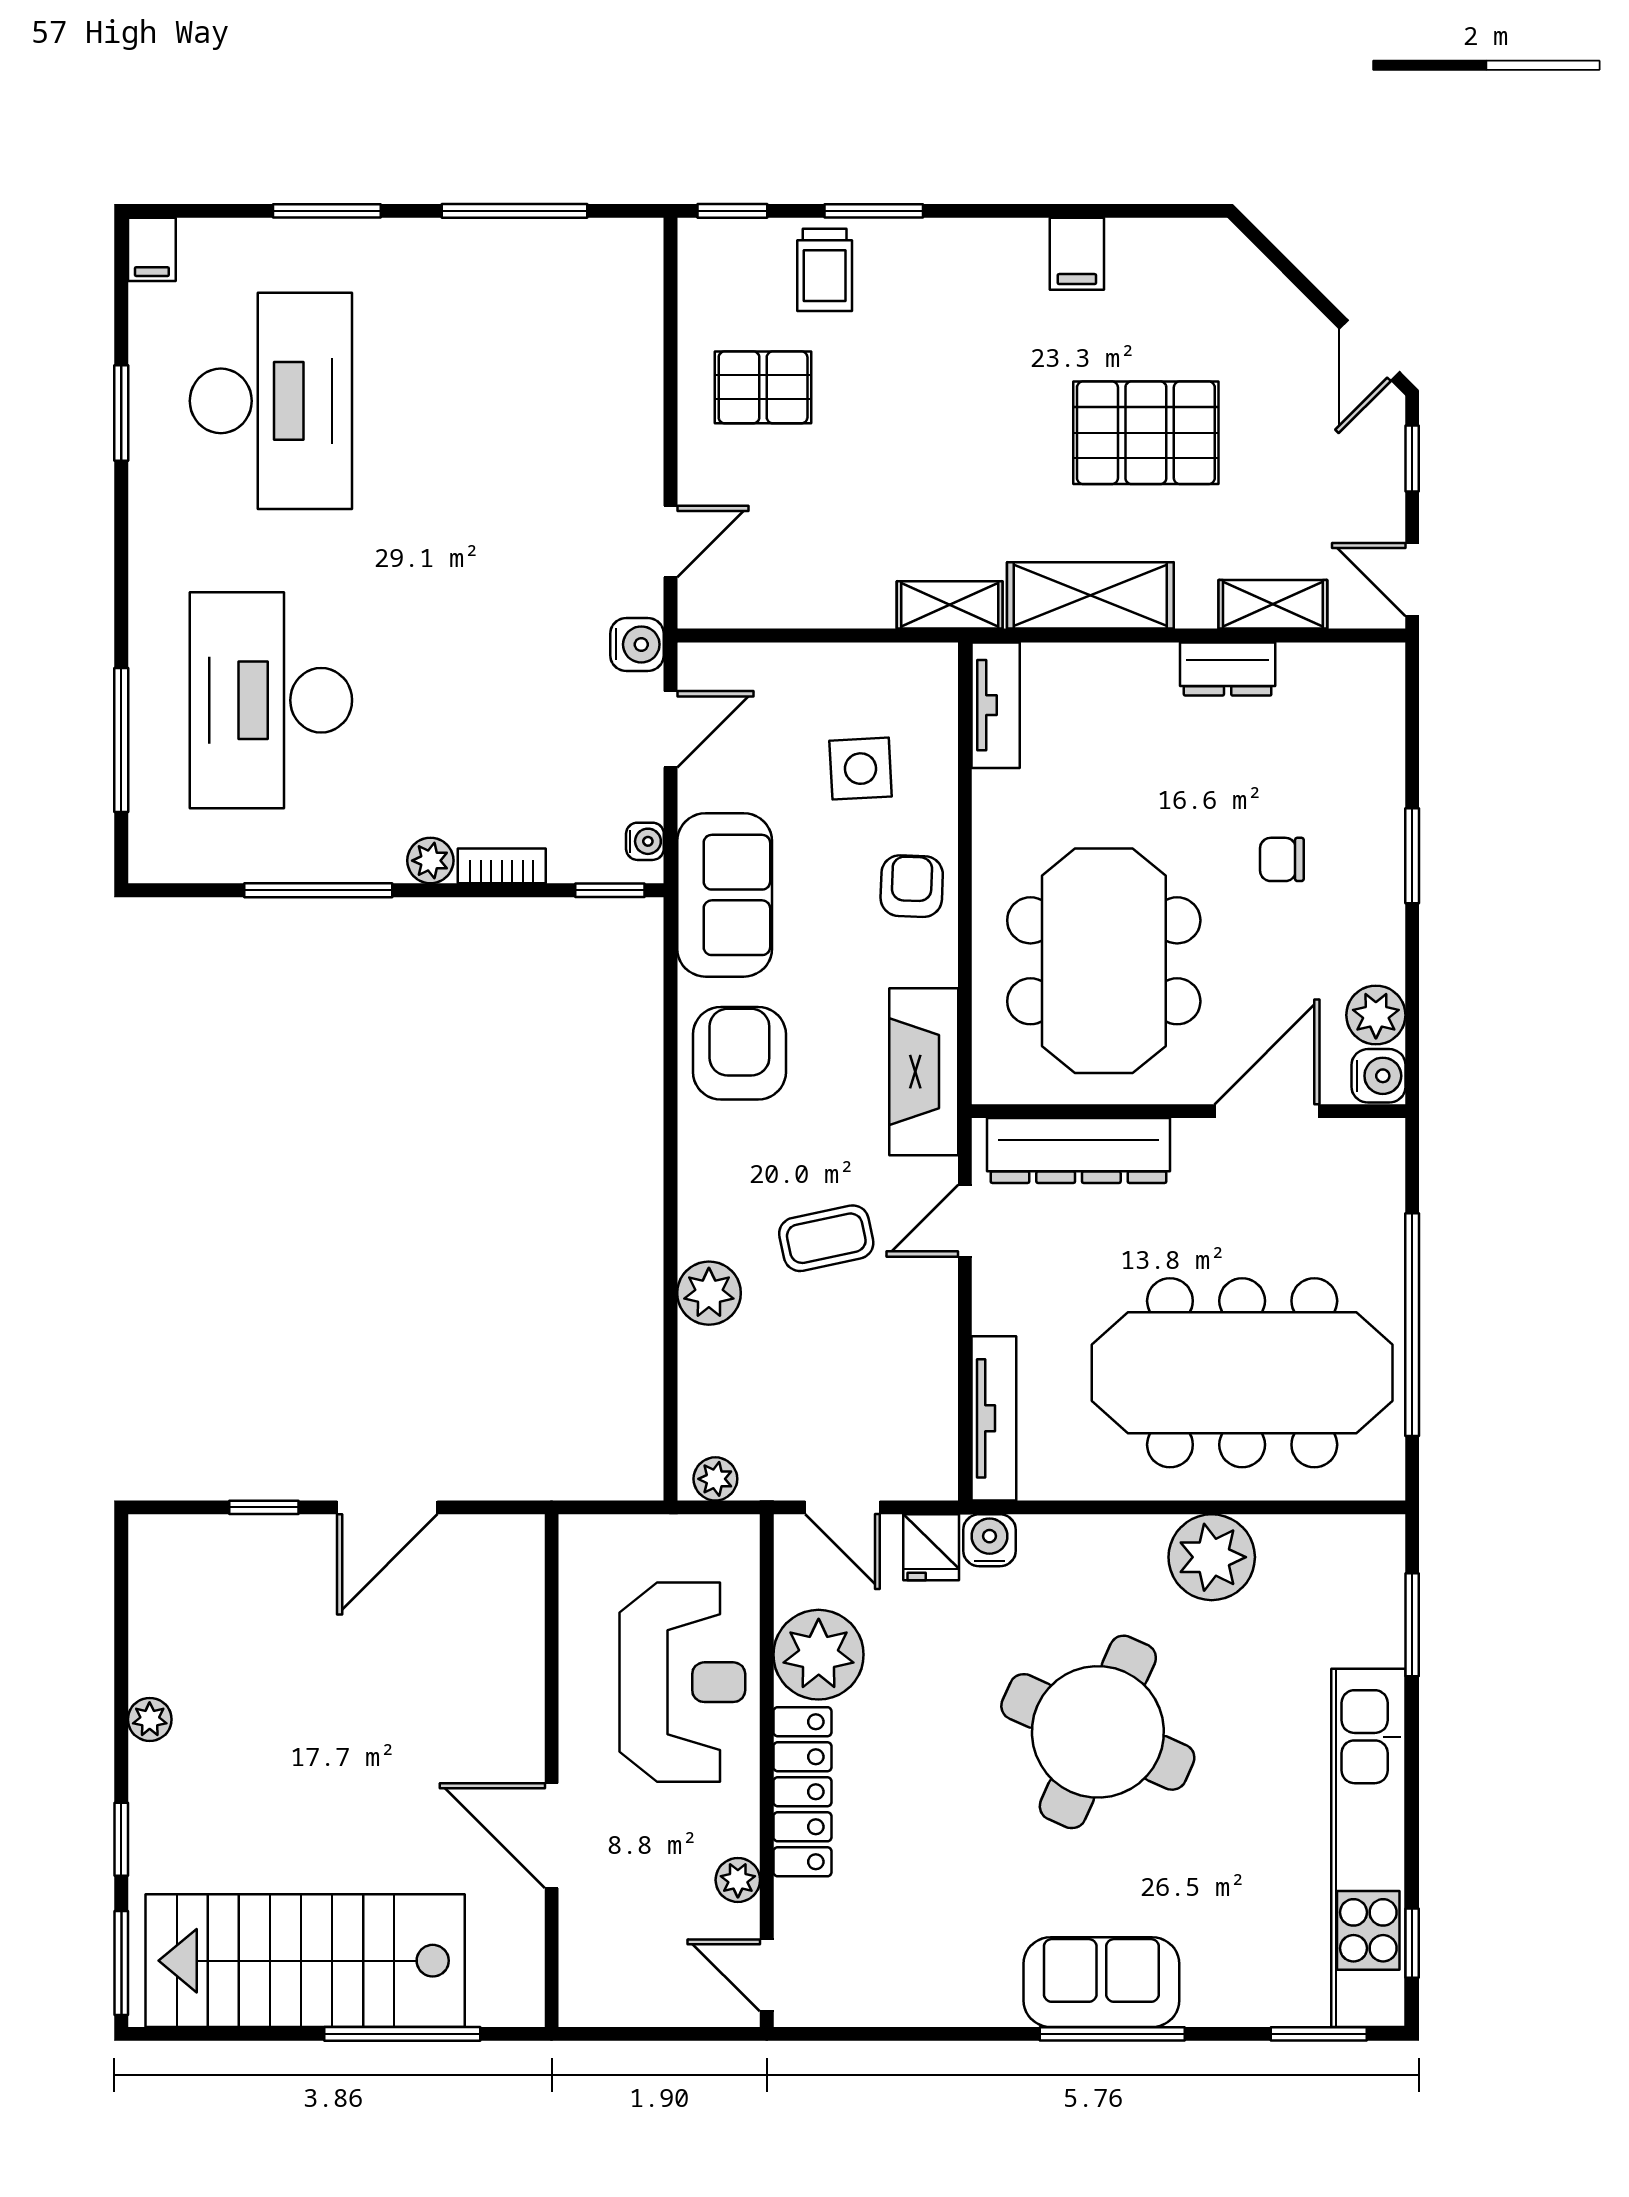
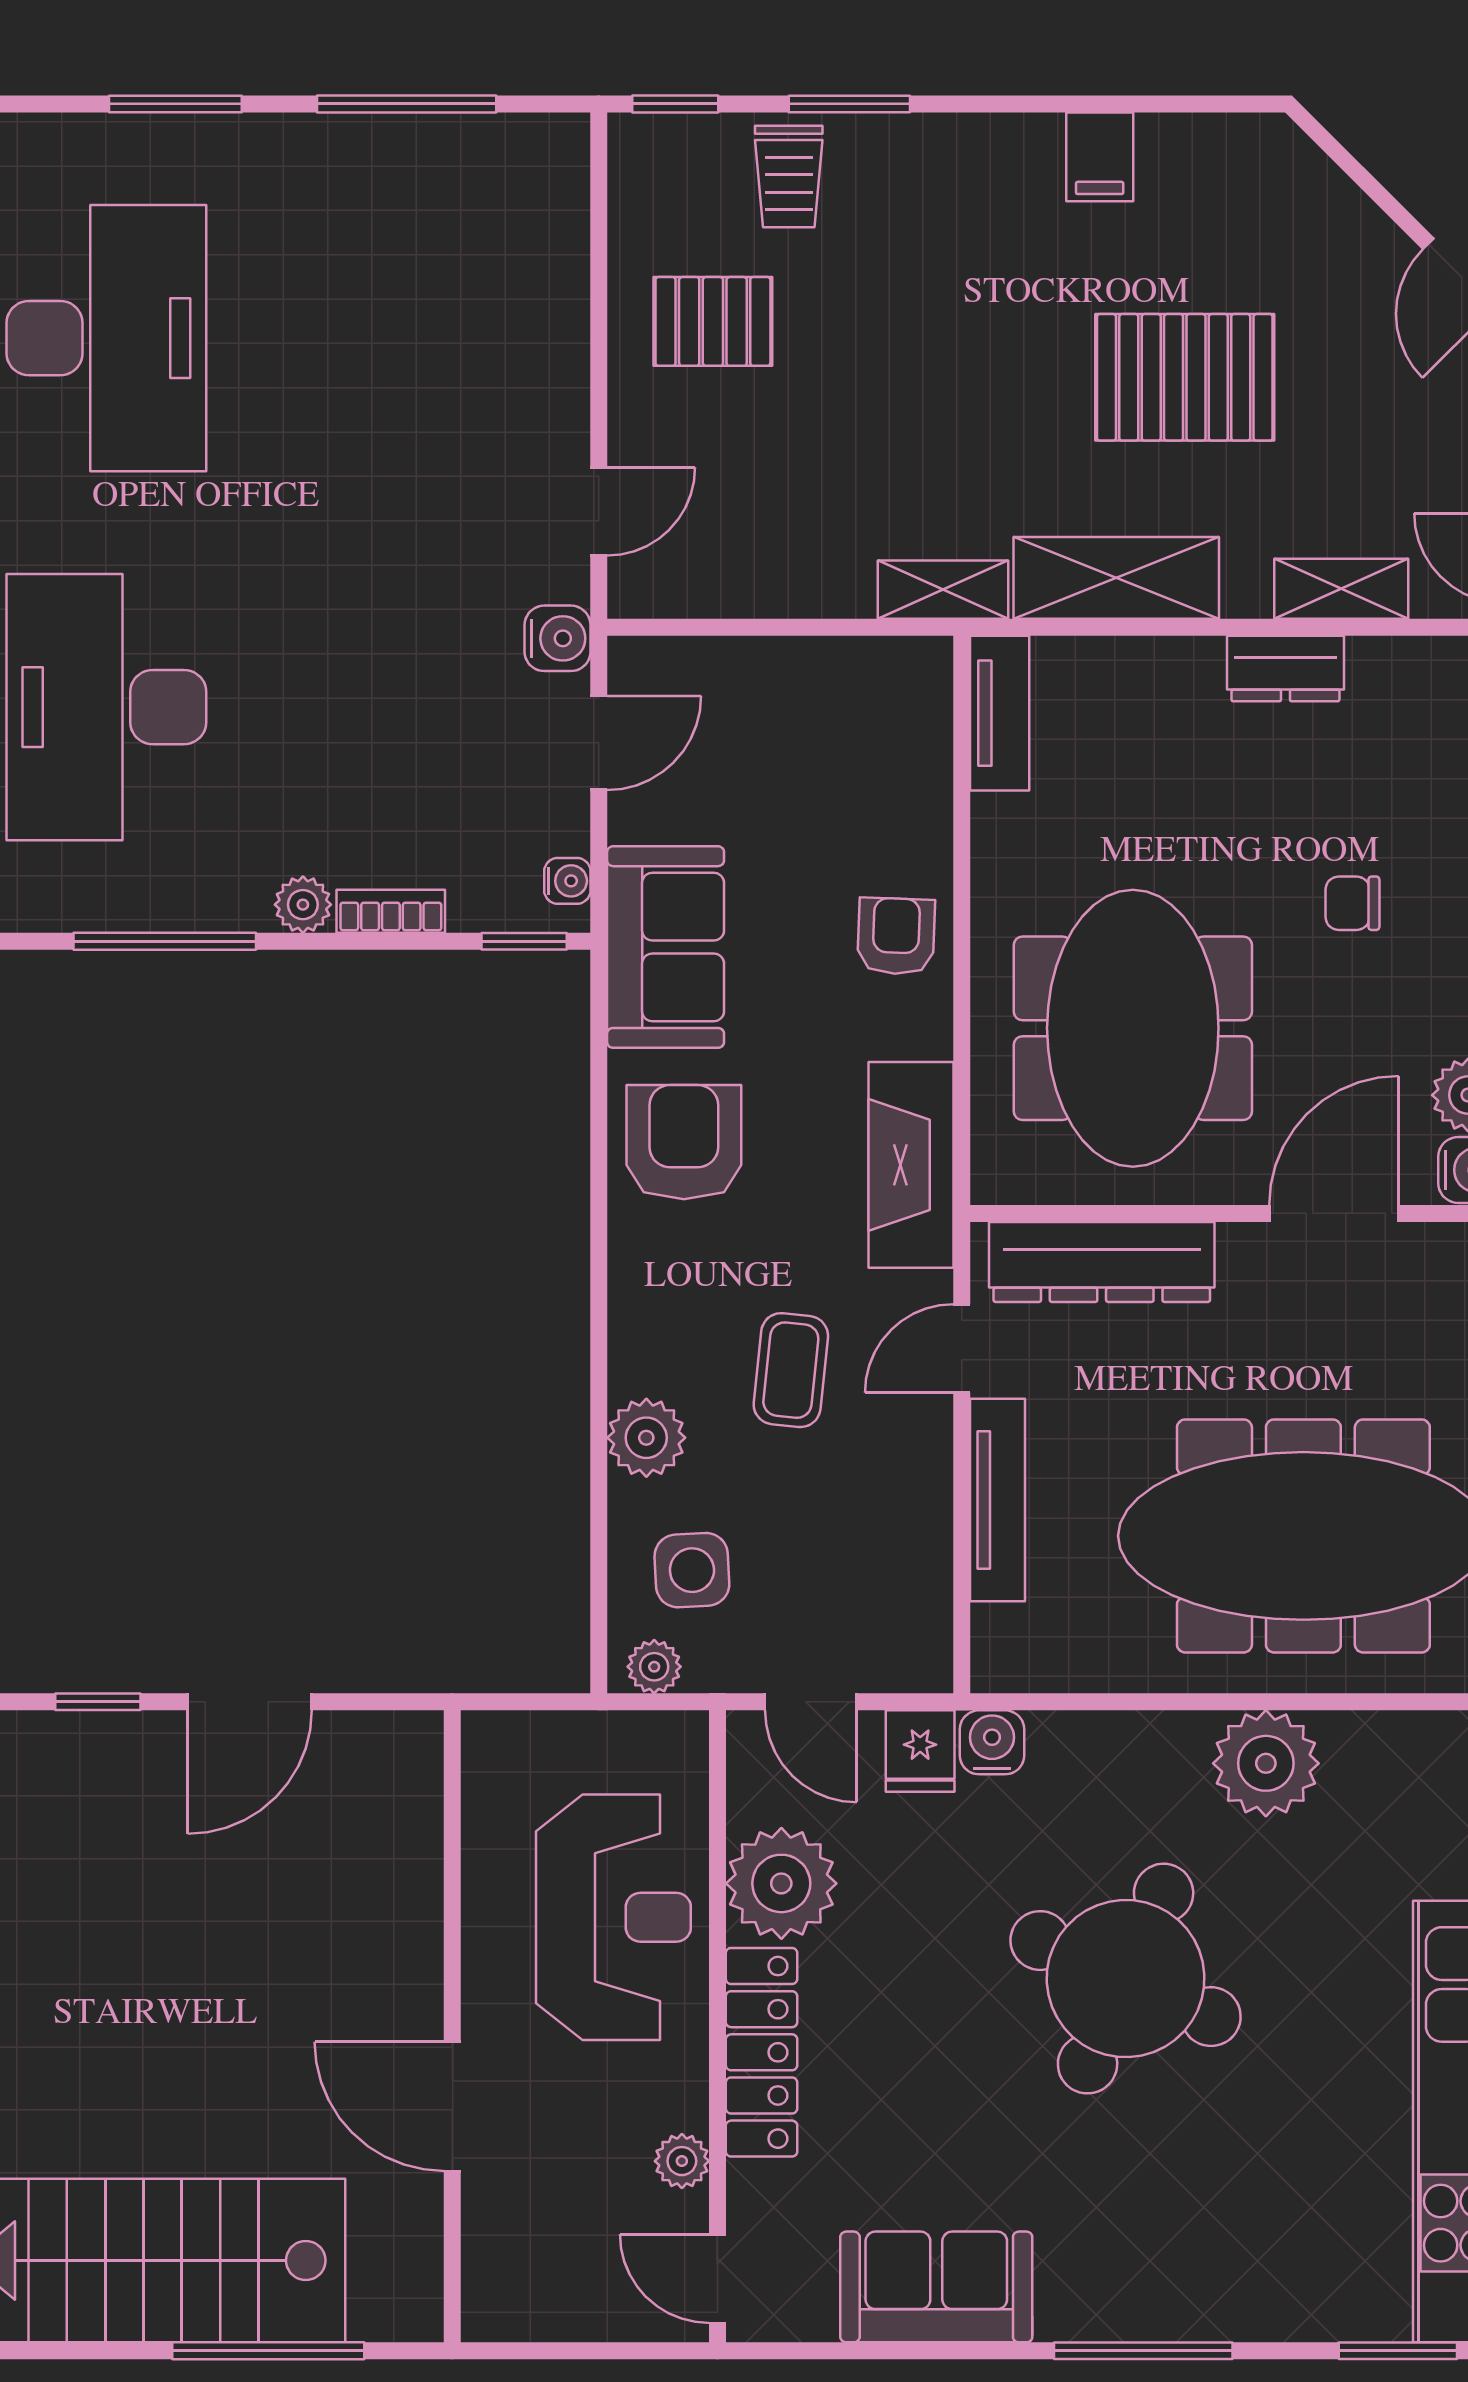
side table: (861, 769) -> (692, 1570), moved
coffee table: (826, 1238) -> (791, 1370), turned -72
tv unit: (994, 1418) -> (998, 1500), moved
sofa: (1101, 1982) -> (936, 2287), moved

